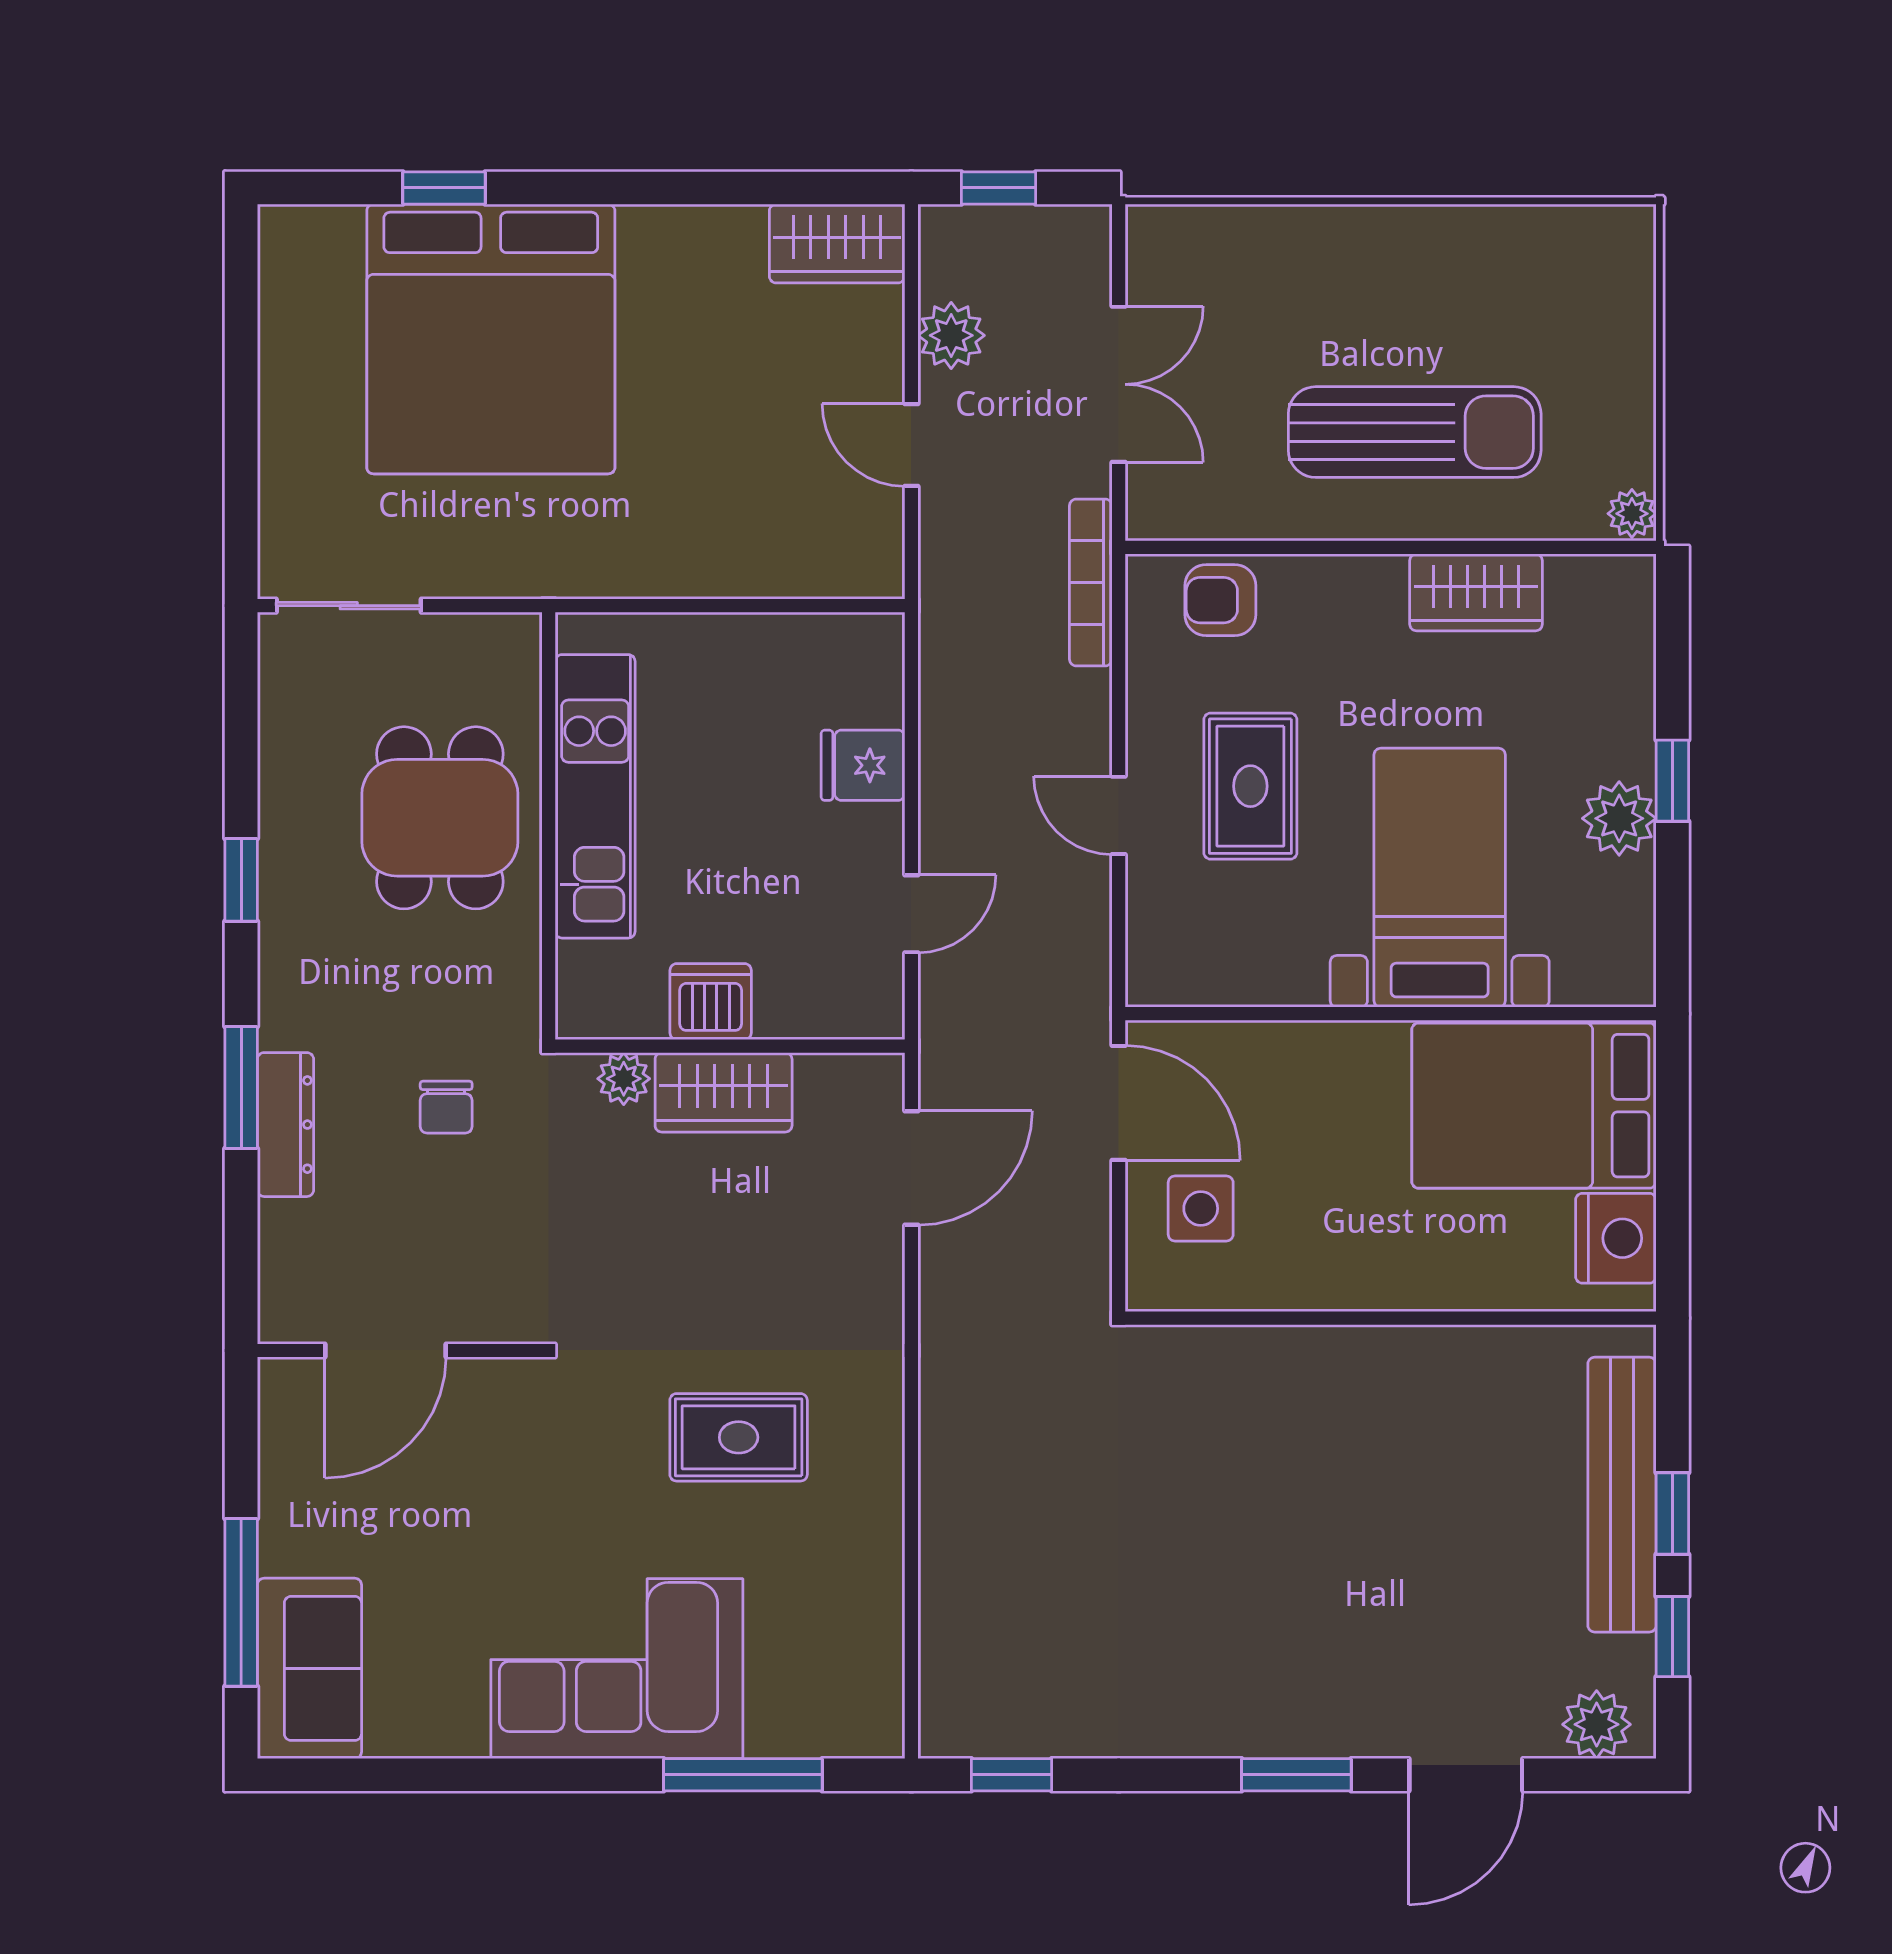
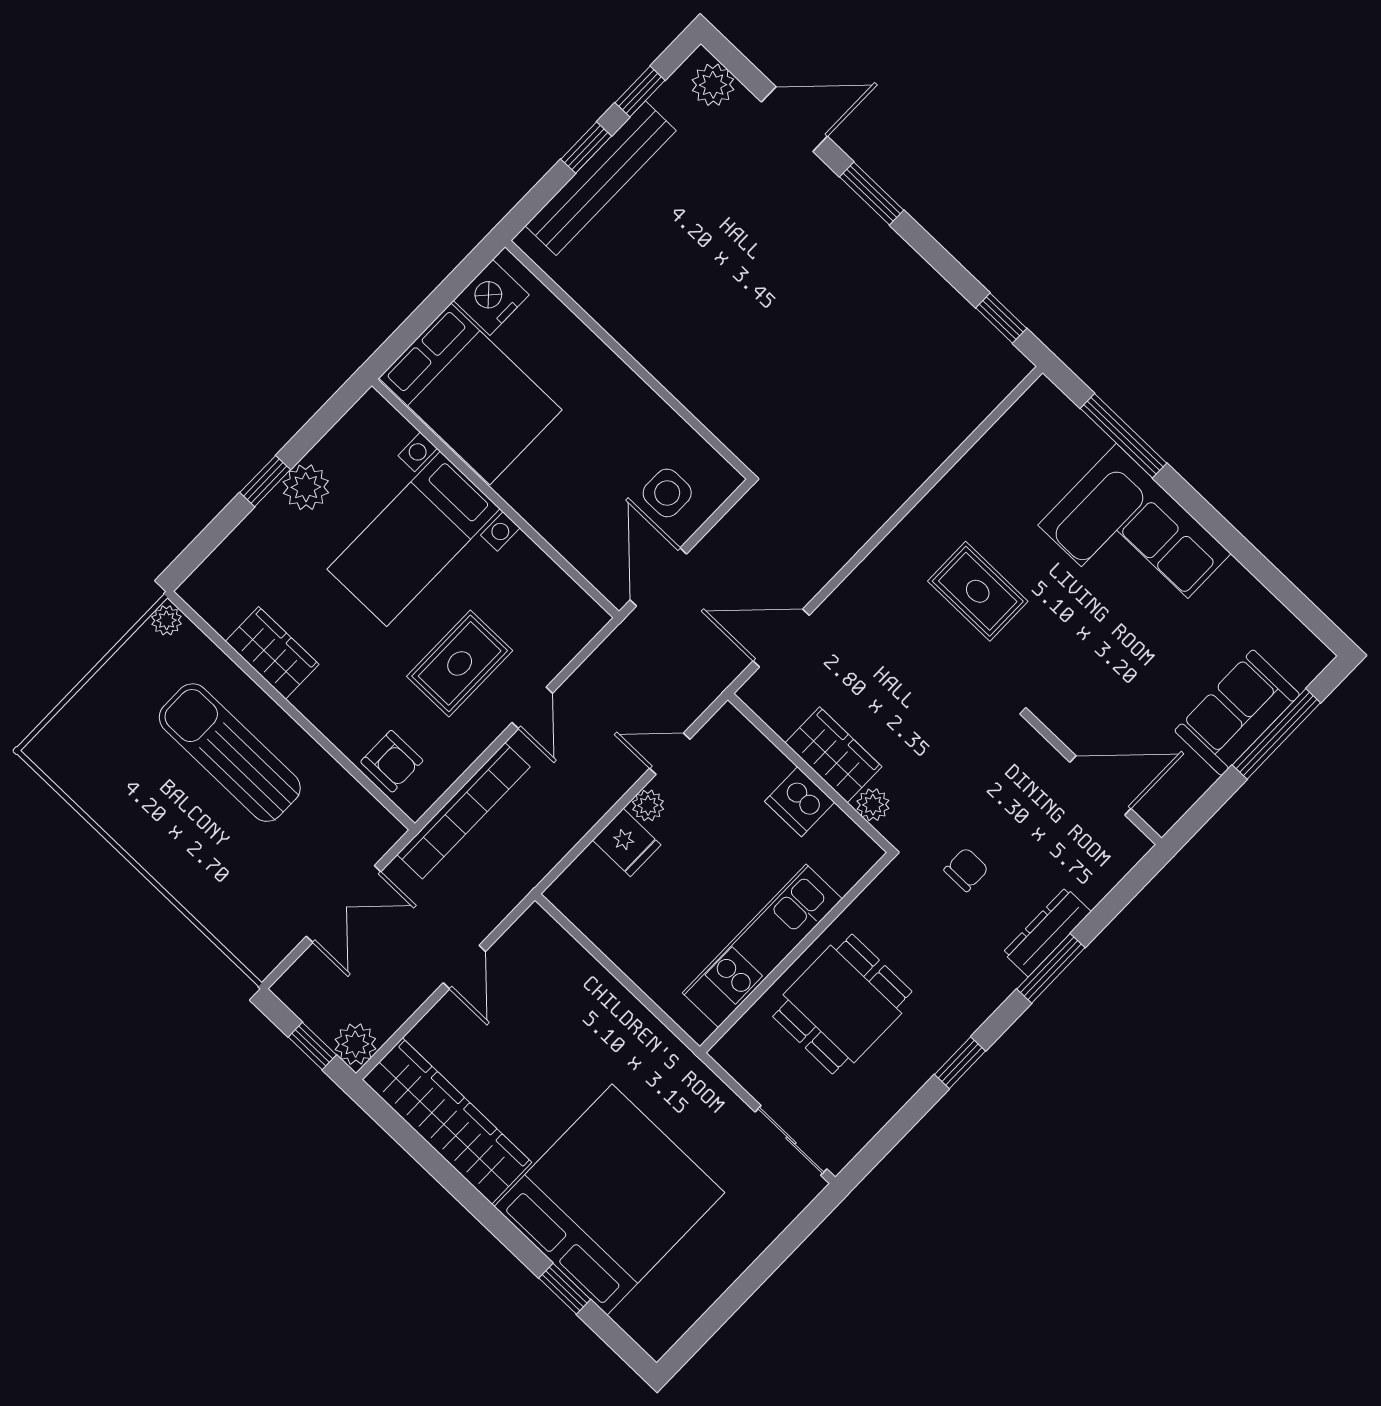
wardrobe: (837, 243) -> (447, 1121), width x2.10, depth x1.17
plant: (951, 335) -> (355, 1044), moved
double door: (1119, 384) -> (344, 904), swing flipped
bookcase: (1091, 582) -> (464, 811), width x1.48, depth x1.31
plant: (880, 831) -> (648, 805), added
sofa: (309, 1668) -> (1237, 713), moved

